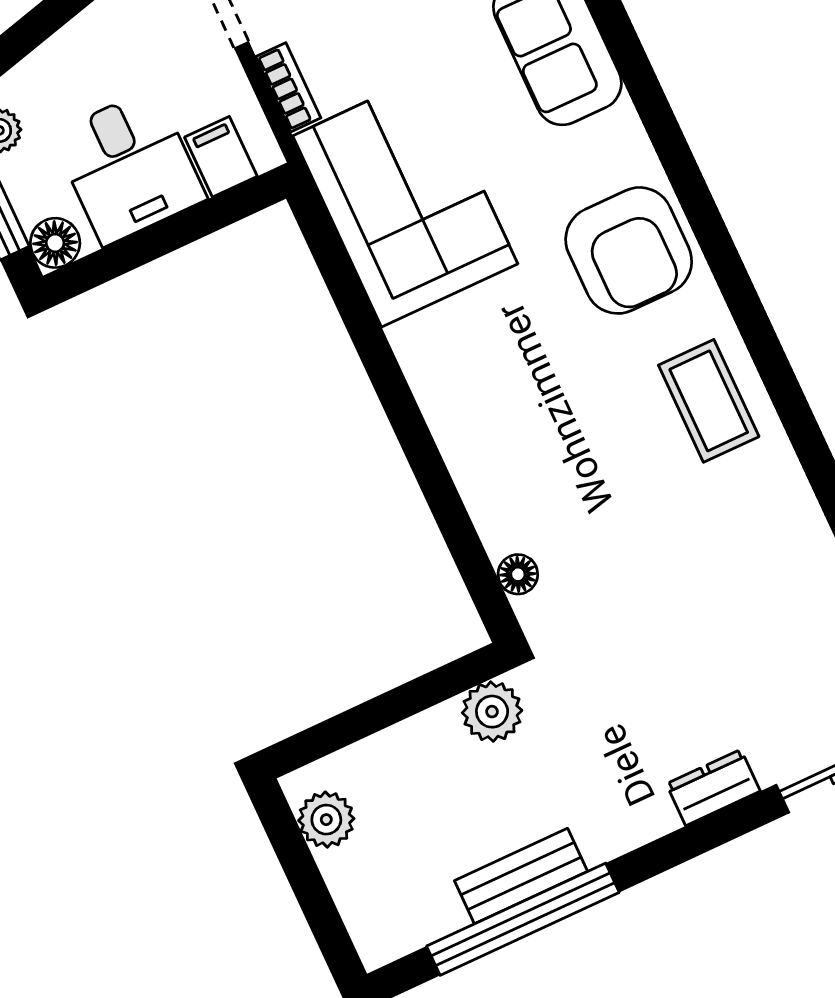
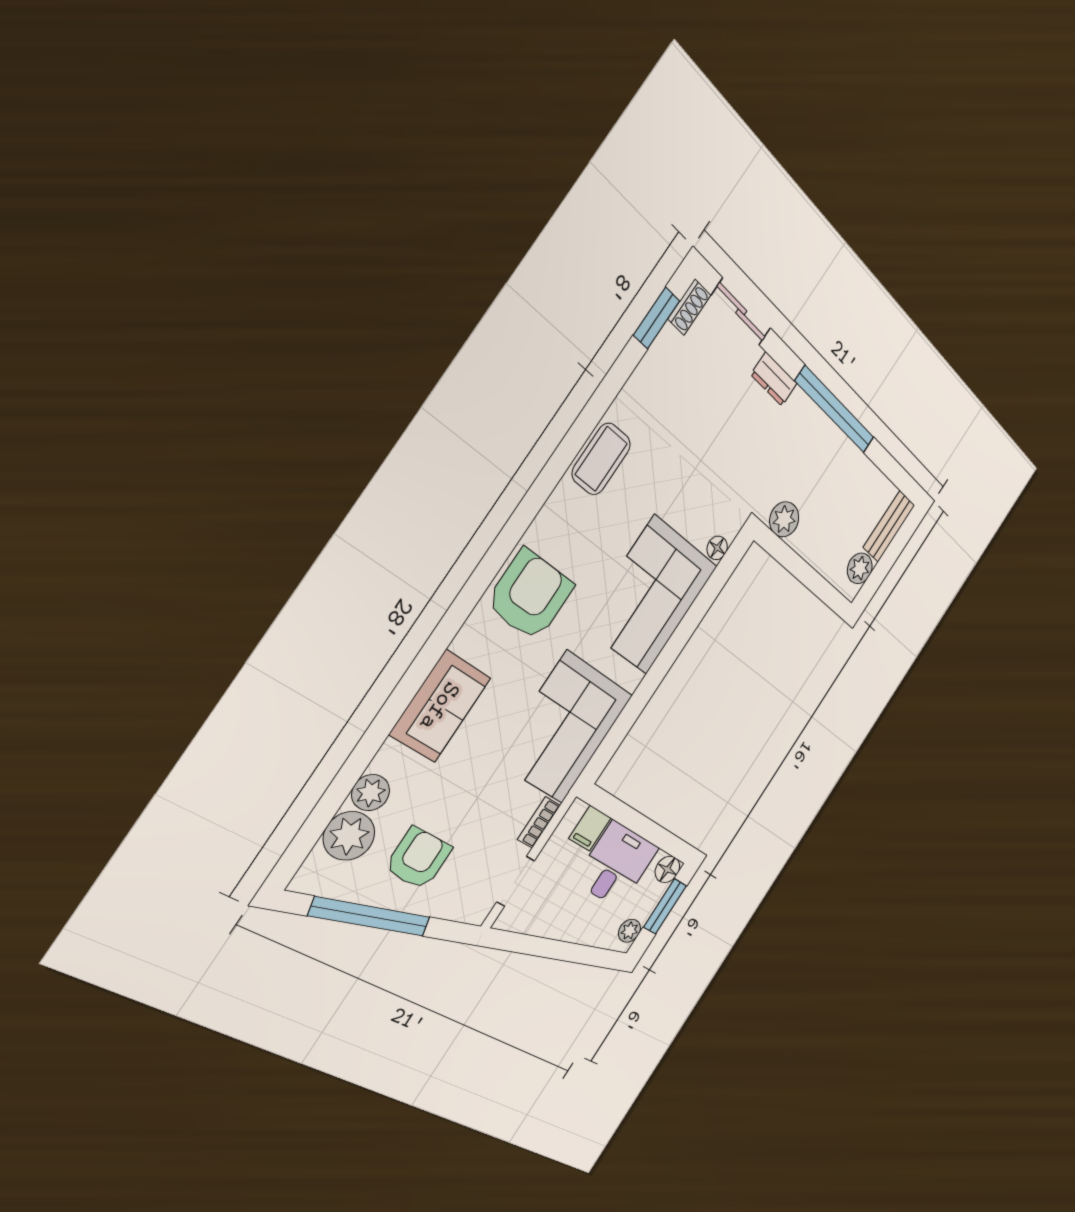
coffee table: (709, 401) -> (601, 459), moved
corner sofa: (514, 431) -> (650, 595), added
bench: (521, 876) -> (889, 526), moved, turned 90
window: (523, 919) -> (835, 410), moved

